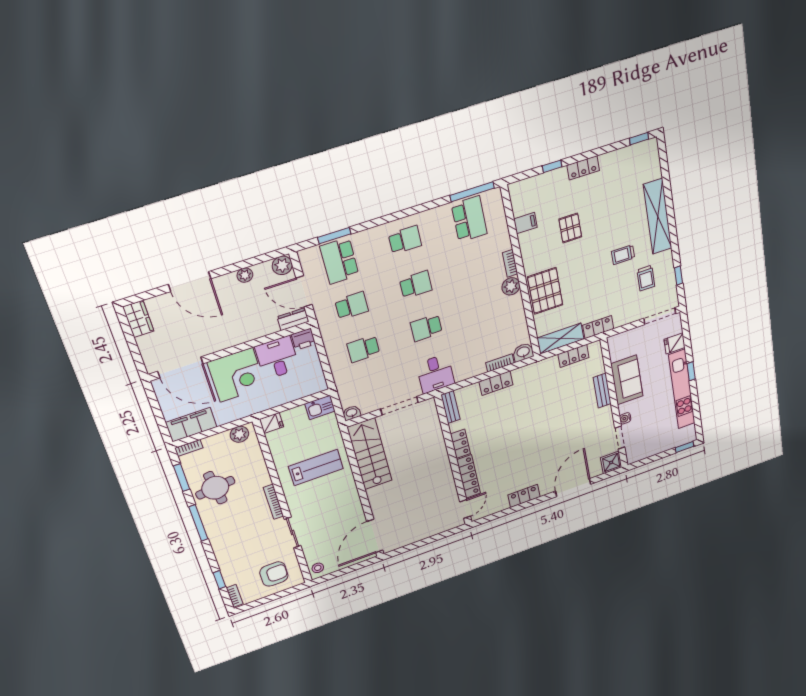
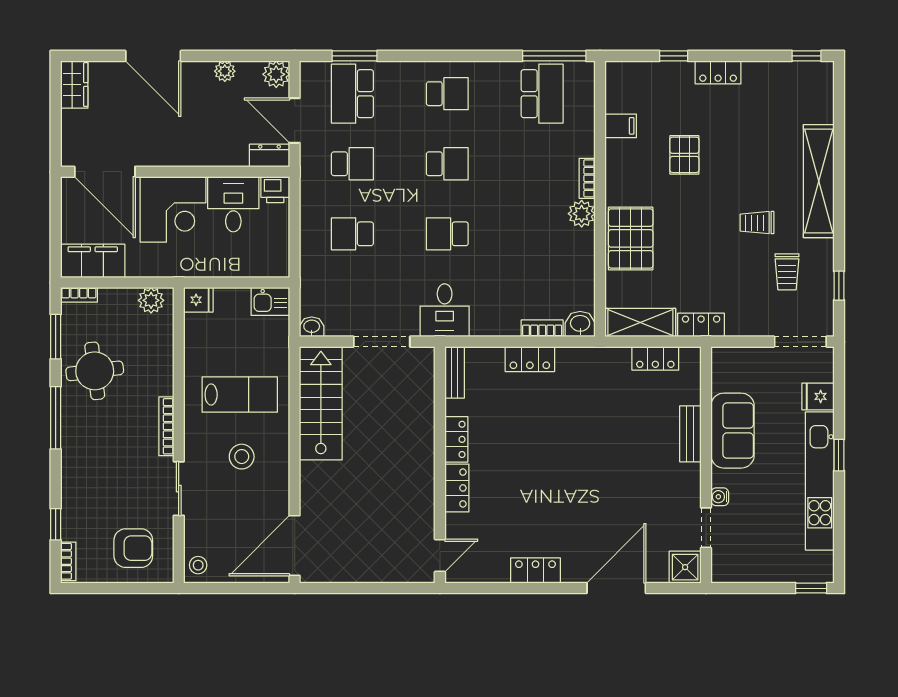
locker: (469, 477) -> (457, 488), width x0.66
stool: (328, 501) -> (242, 457), added

